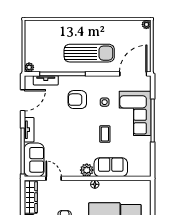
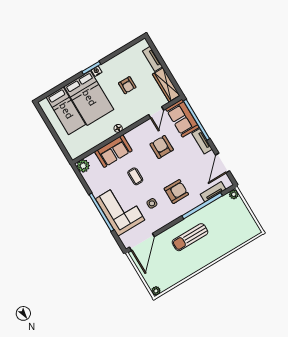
sun lounger: (89, 53) -> (190, 237), width x0.73, depth x0.75
armchair: (67, 146) -> (162, 147), added
plant: (87, 170) -> (83, 166), moved
door: (54, 178) -> (156, 112), hinge flipped

